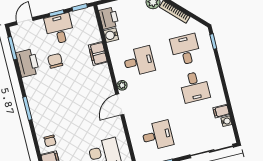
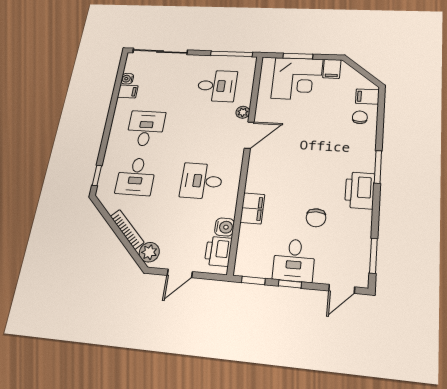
printer: (28, 63) -> (360, 190), moved
plant: (122, 85) -> (243, 112), moved
desk: (157, 135) -> (217, 86), turned 180

